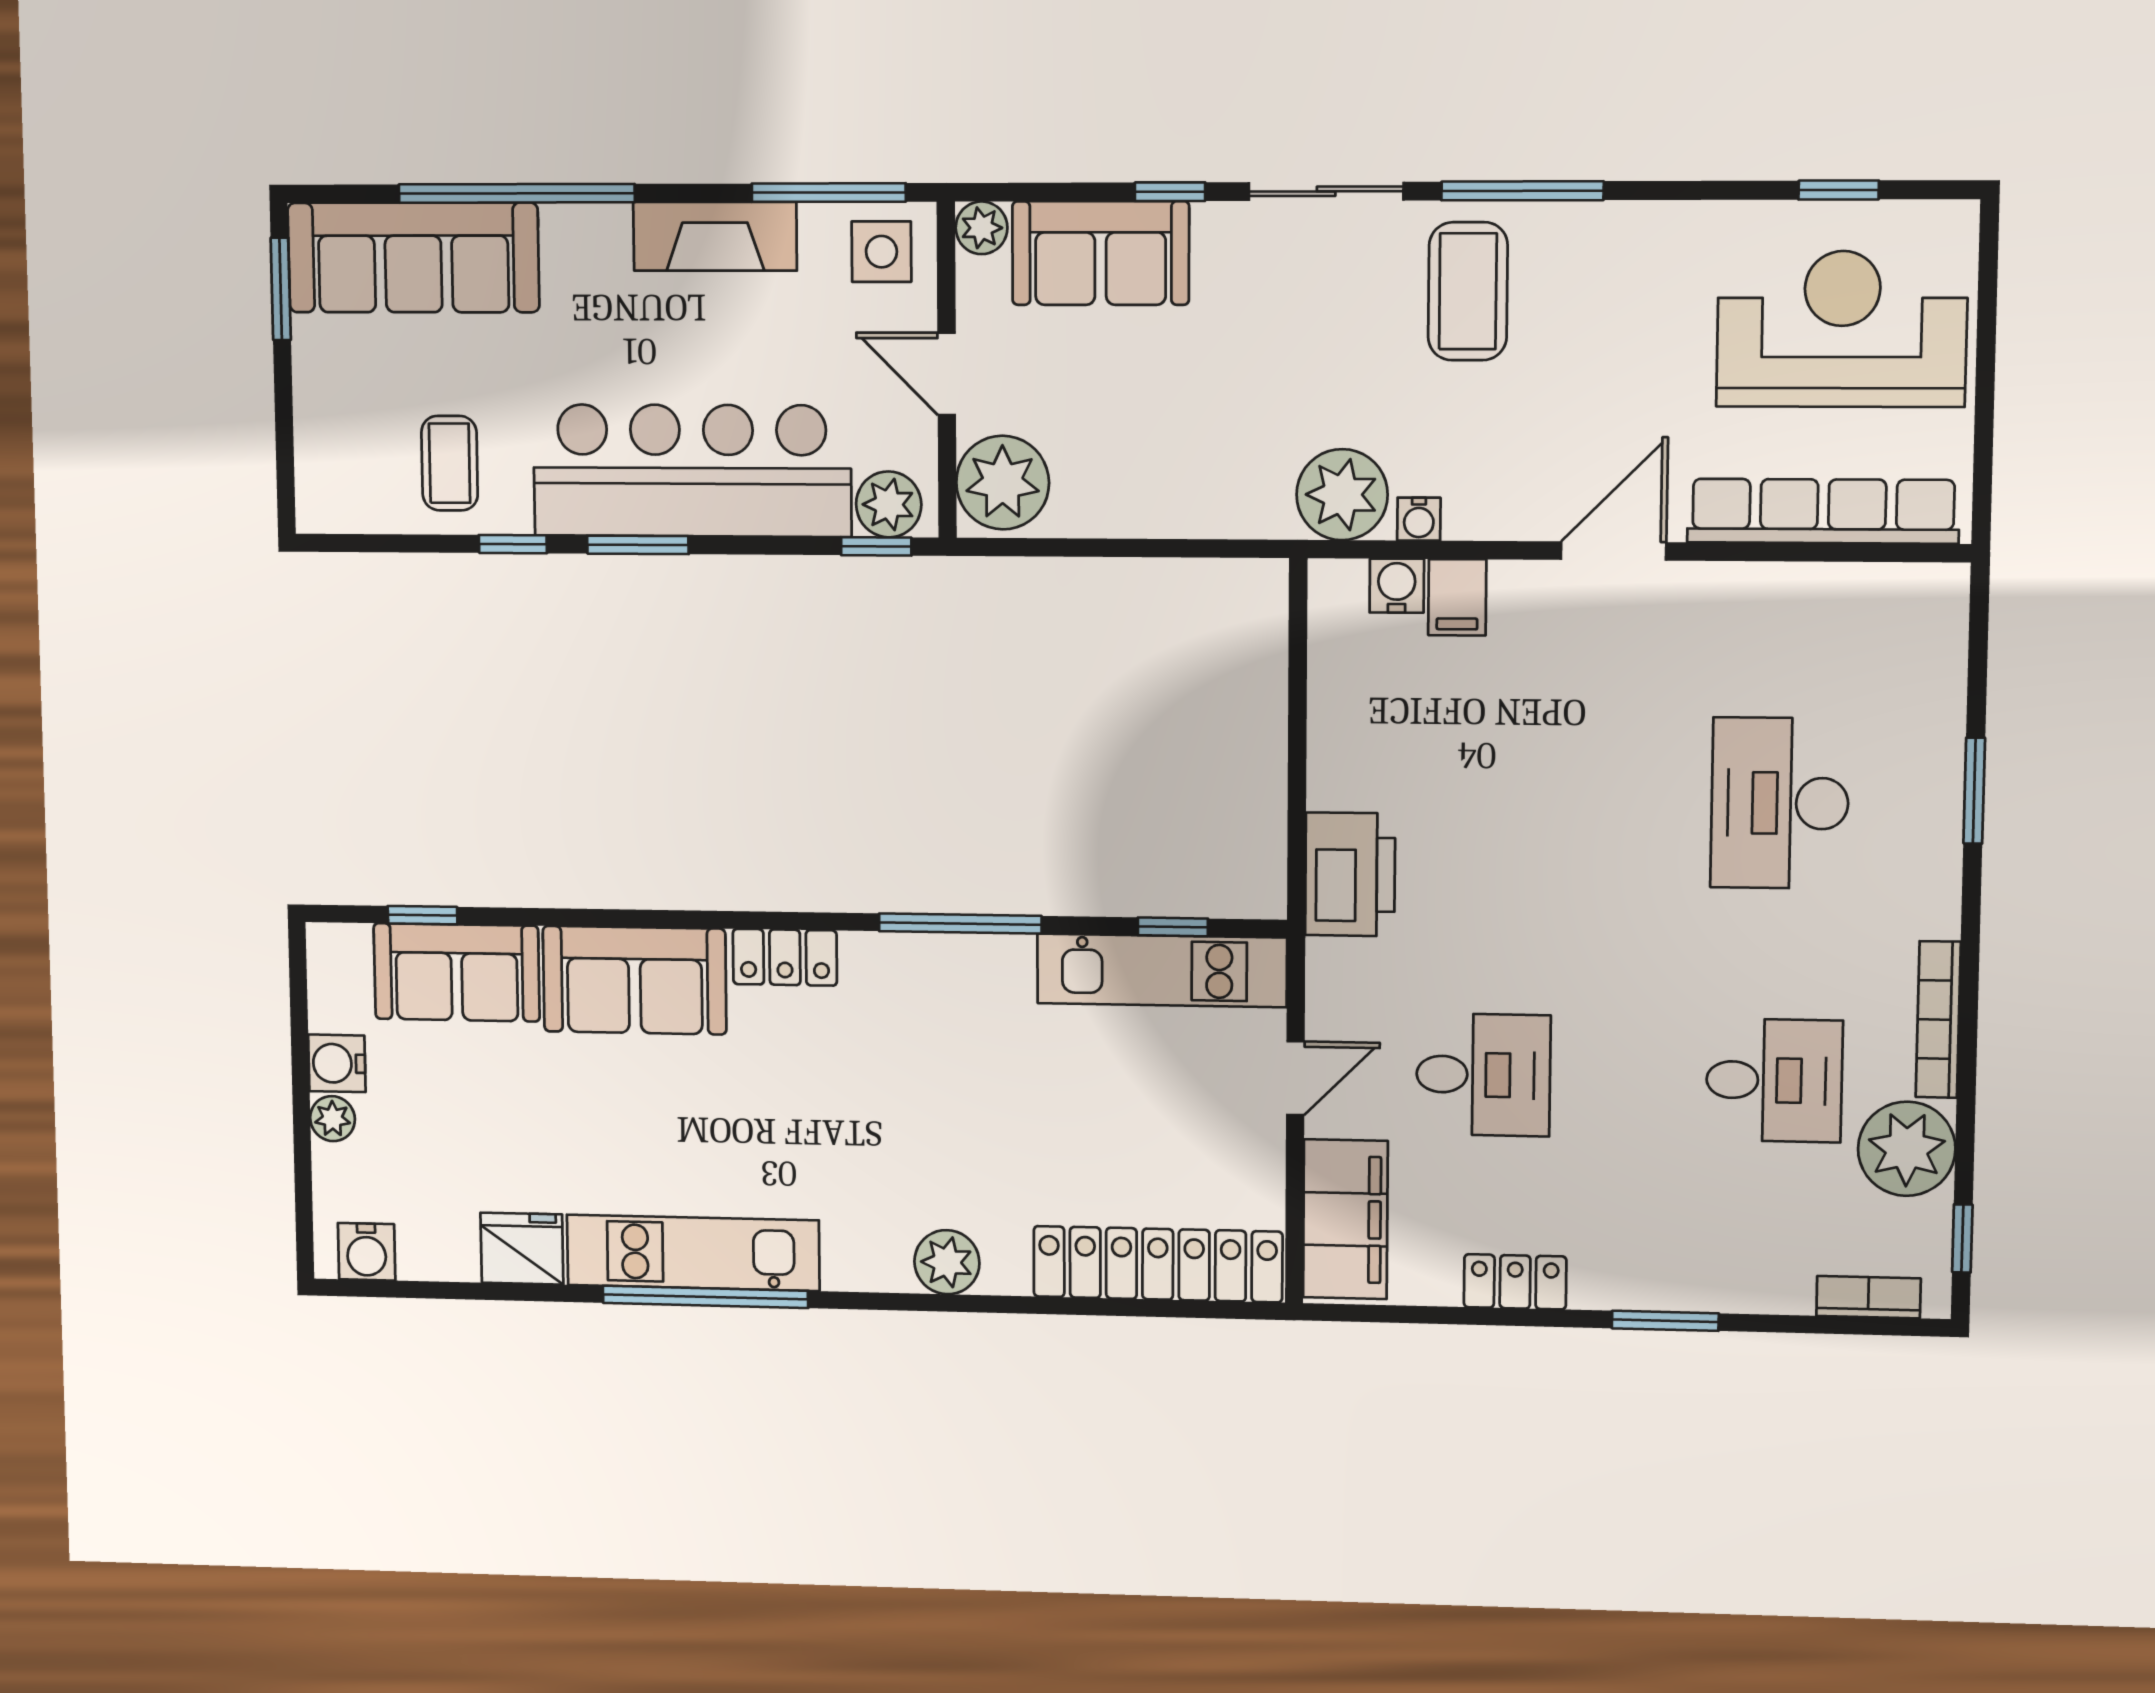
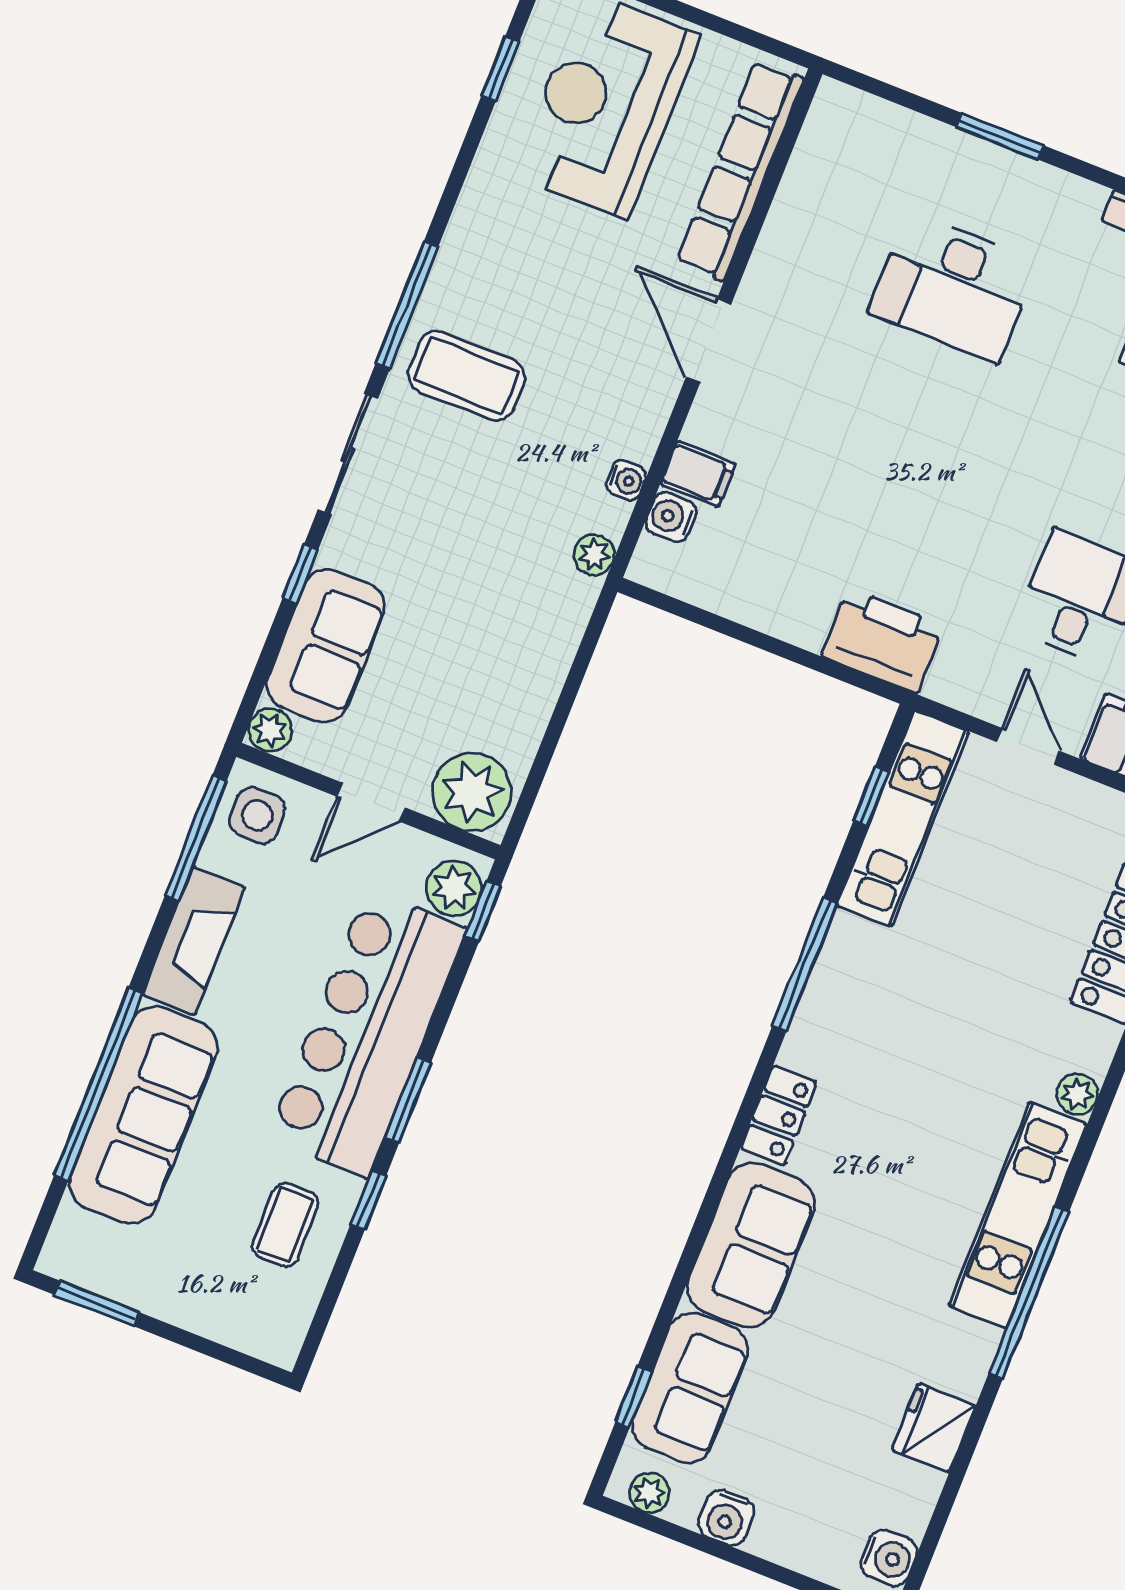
sofa: (413, 258) -> (143, 1115), moved
coffee table: (450, 463) -> (285, 1225), turned 90
plant: (1342, 495) -> (594, 555), width x0.53, depth x0.53
plant: (333, 1119) -> (649, 1493), moved
kitchen unit: (693, 1253) -> (1018, 1215), moved
plant: (947, 1262) -> (1077, 1094), width x0.73, depth x0.73

